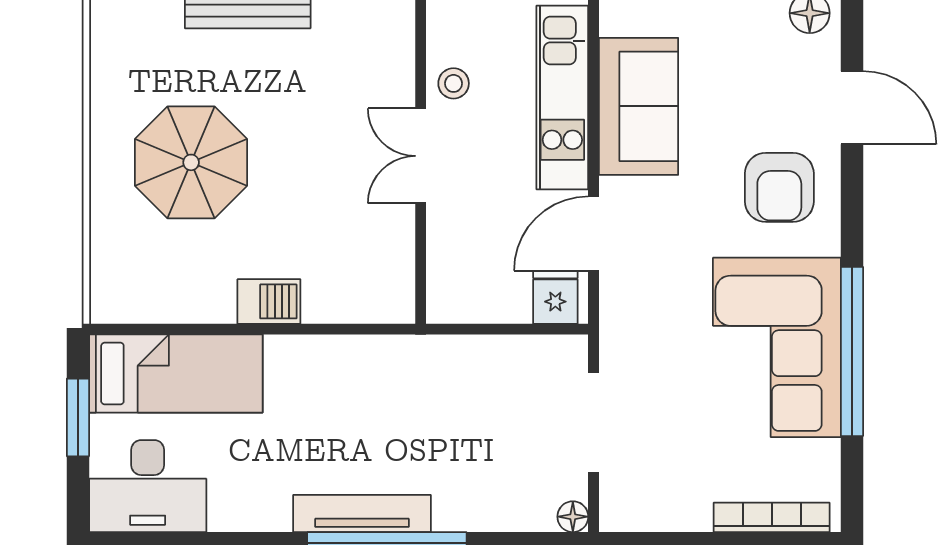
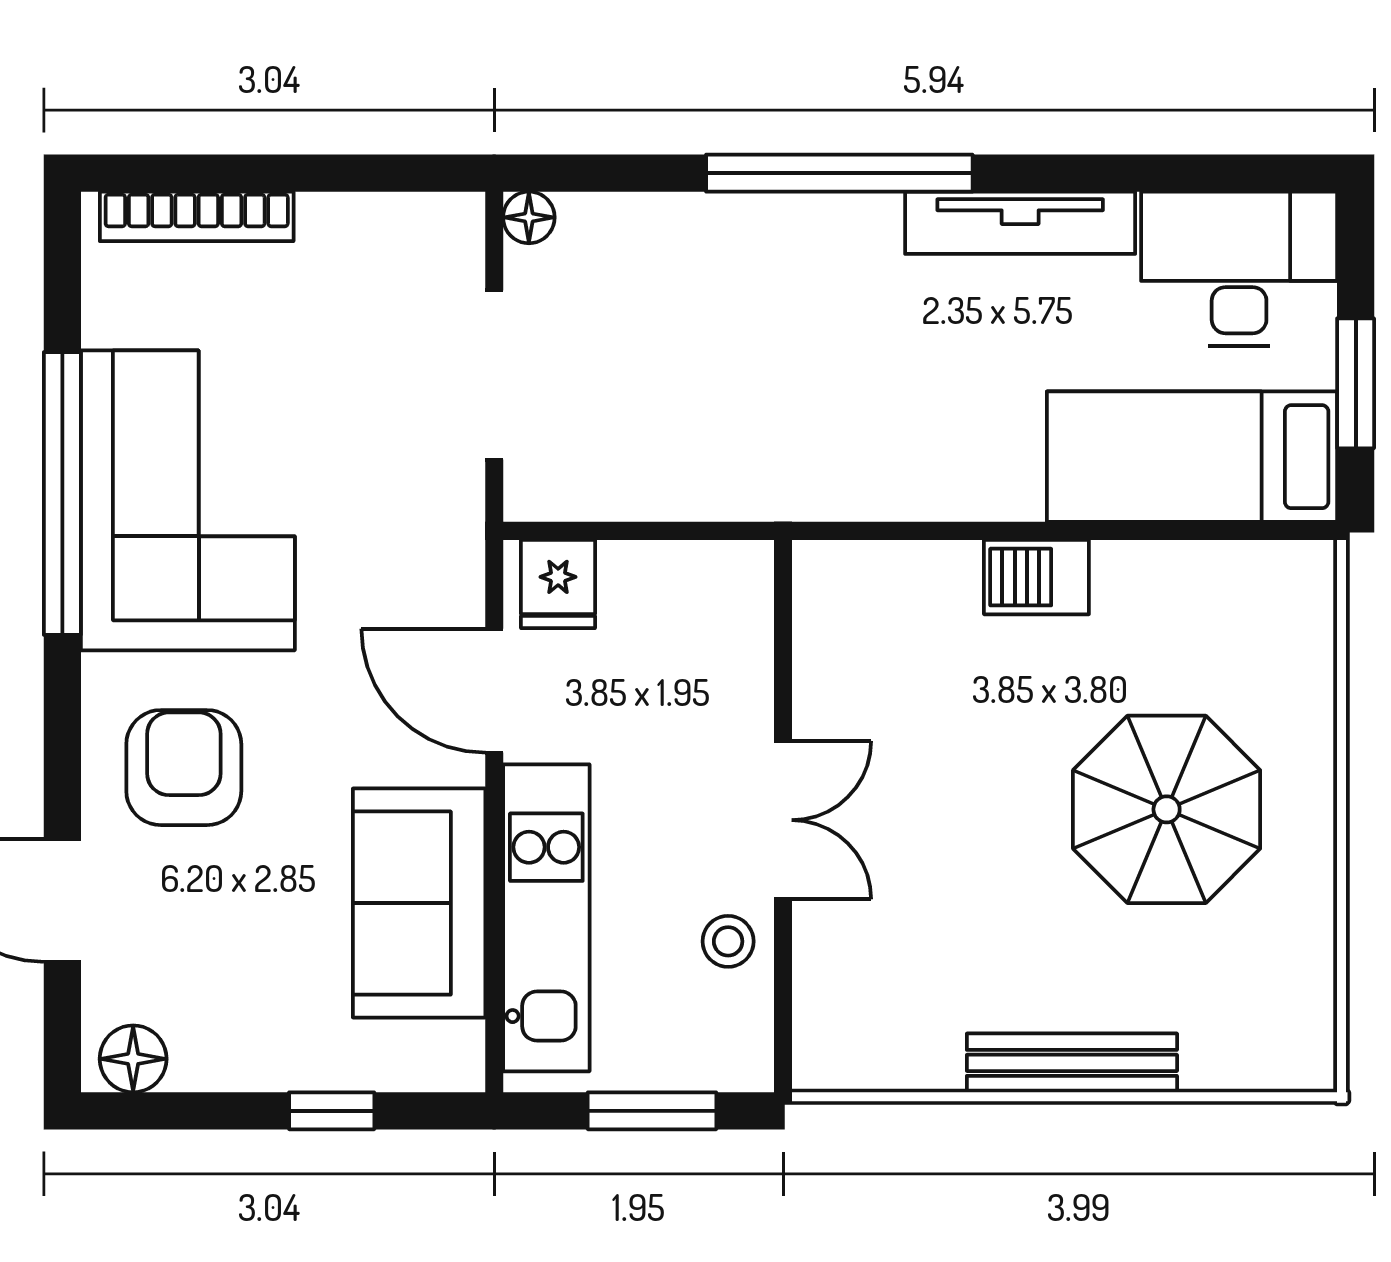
door: (594, 234) -> (494, 691), swing flipped
tv unit: (362, 514) -> (1020, 223), moved

